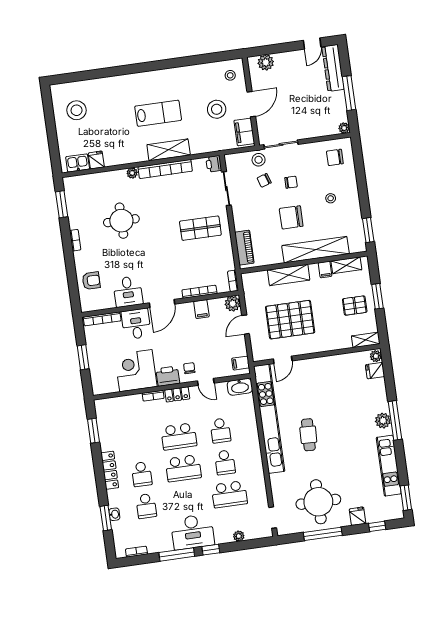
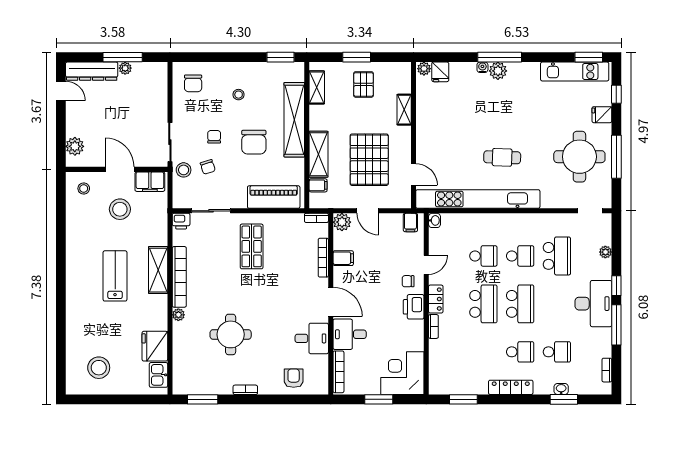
plant: (344, 128) -> (125, 68), moved
fridge: (96, 160) -> (155, 346), width x1.88, depth x1.34
piano: (244, 248) -> (274, 197), width x1.37, depth x1.33
filing cabinet: (325, 269) -> (318, 185), moved
shelving: (366, 340) -> (404, 110), moved
corner desk: (136, 371) -> (402, 373), moved, turned 90
washbasin: (240, 387) -> (434, 220), width x0.52, depth x0.69
water cooler: (384, 407) -> (482, 67), added
kitchen unit: (389, 466) -> (575, 71), moved

